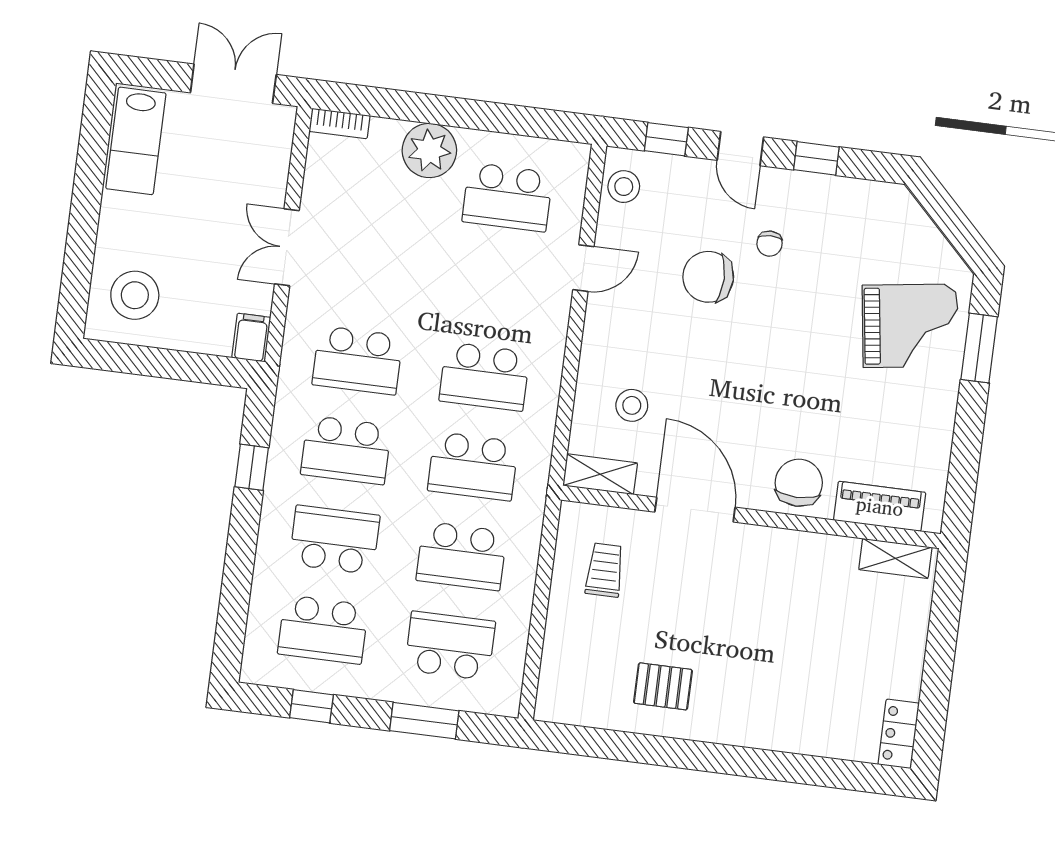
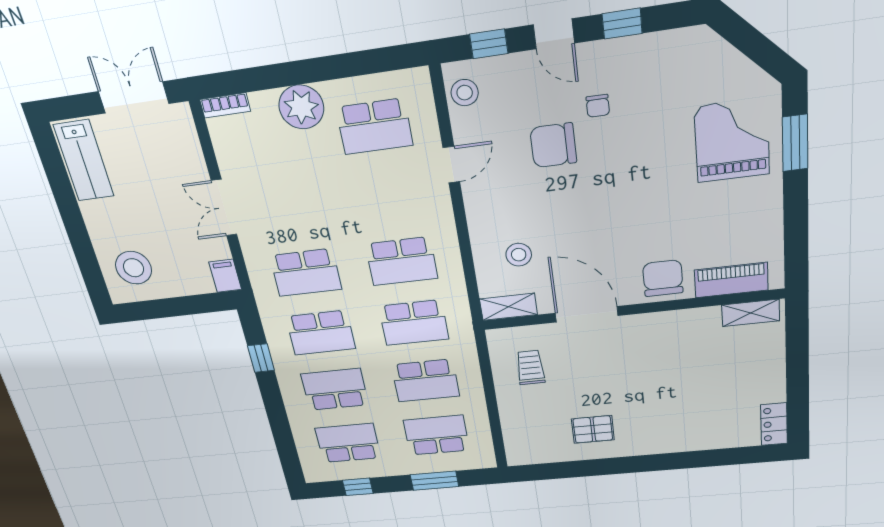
grand piano: (910, 326) -> (732, 140), turned -82
school desk: (323, 629) -> (348, 443), turned 180

